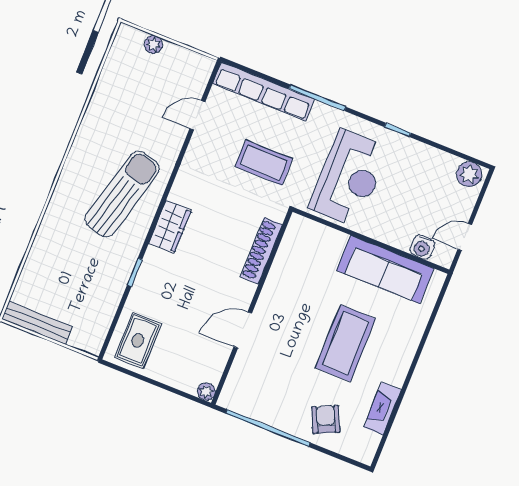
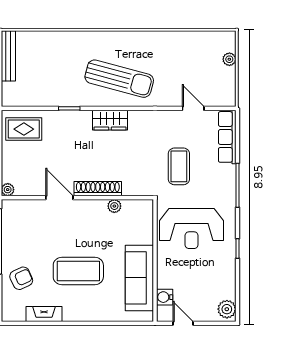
row of seats: (263, 91) -> (227, 137), width x0.73
shoe rack: (261, 251) -> (98, 189), moved
plant: (281, 265) -> (114, 206), added

